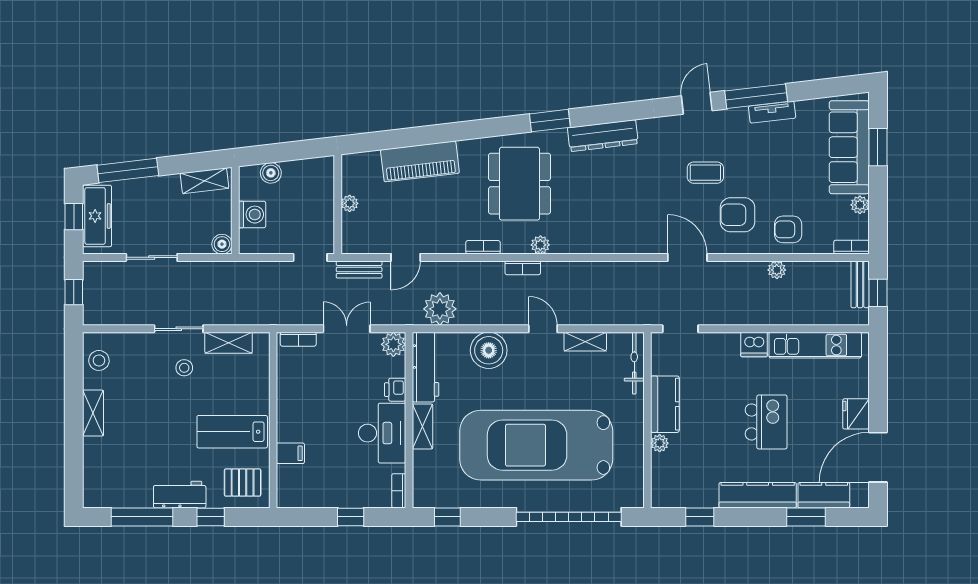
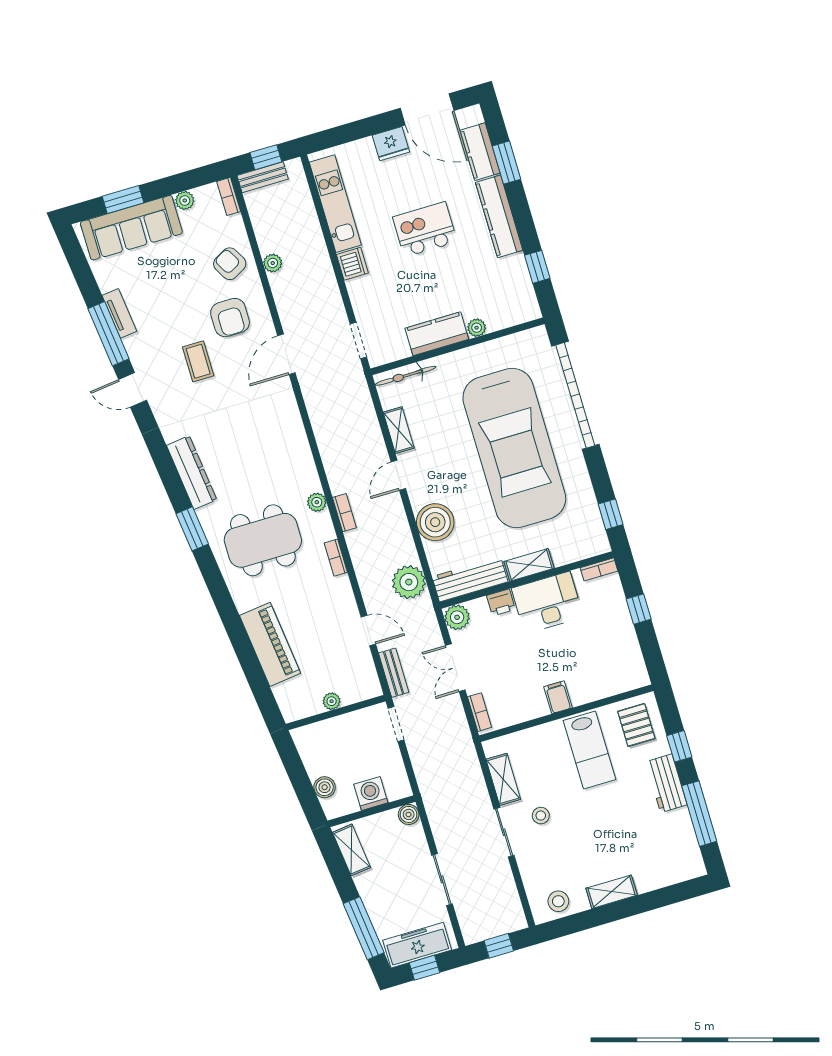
armchair: (788, 229) -> (230, 264), turned 151
filing cabinet: (290, 453) -> (558, 697), moved

